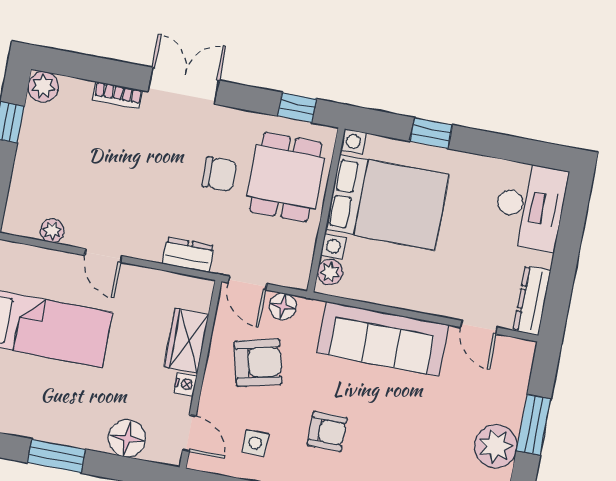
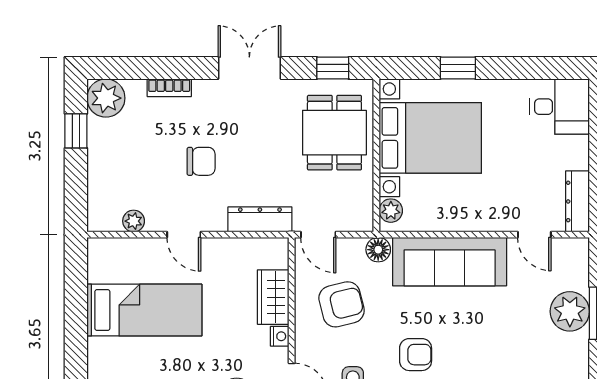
double door: (184, 86) -> (249, 68), moved
plant: (43, 87) -> (106, 98), width x1.36, depth x1.36
chair: (219, 174) -> (201, 161), moved
desk: (530, 206) -> (560, 107), width x0.73
dresser: (188, 255) -> (260, 219), width x1.44
floor lamp: (283, 306) -> (378, 250), moved
plant: (496, 446) -> (570, 311), moved

